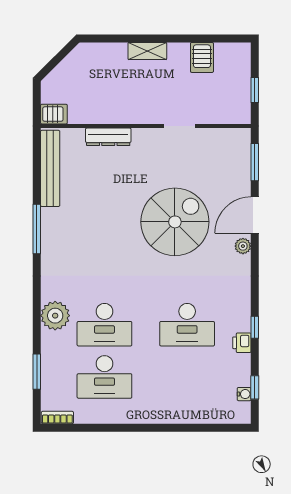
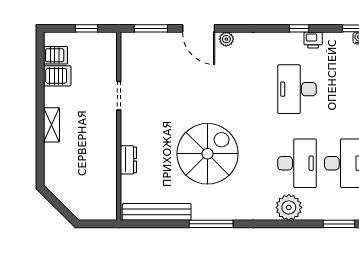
server rack: (54, 114) -> (56, 55), moved, turned 90
dresser: (108, 137) -> (128, 160), width x0.70
spiral stairs: (175, 222) -> (208, 154), moved, turned 90
desk: (187, 325) -> (297, 89), turned 180

